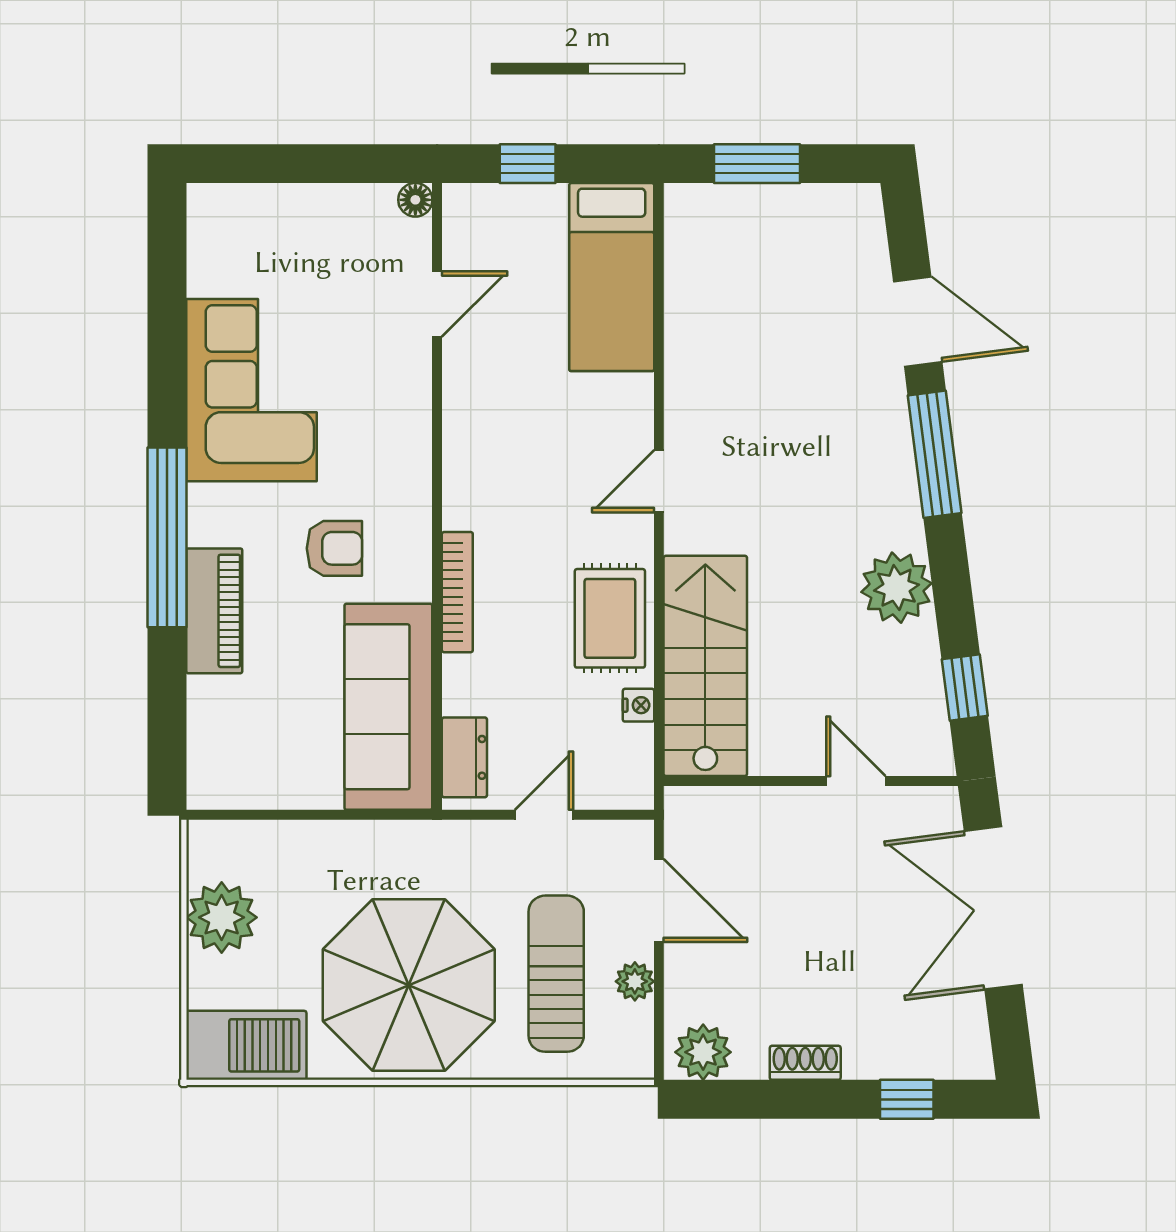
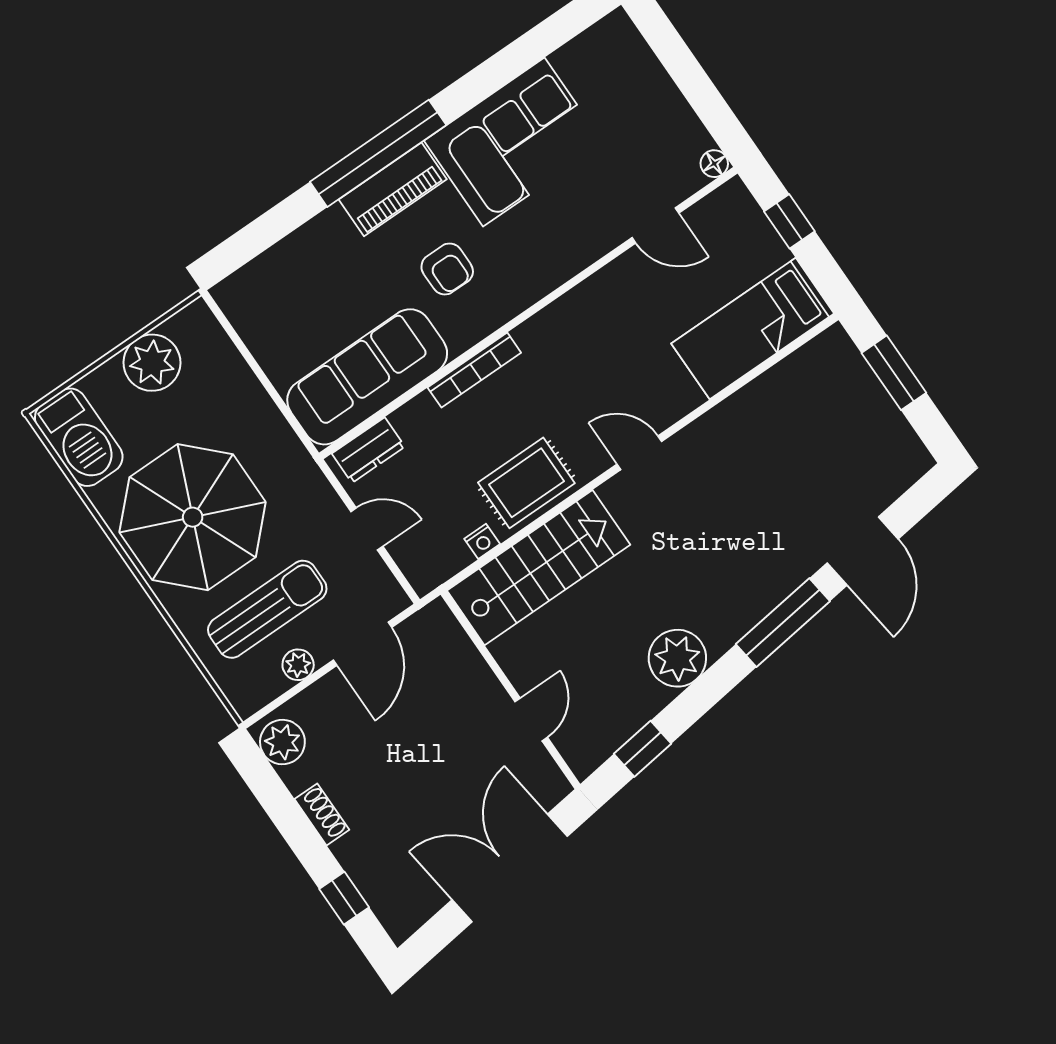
piano: (214, 611) -> (393, 189), moved

